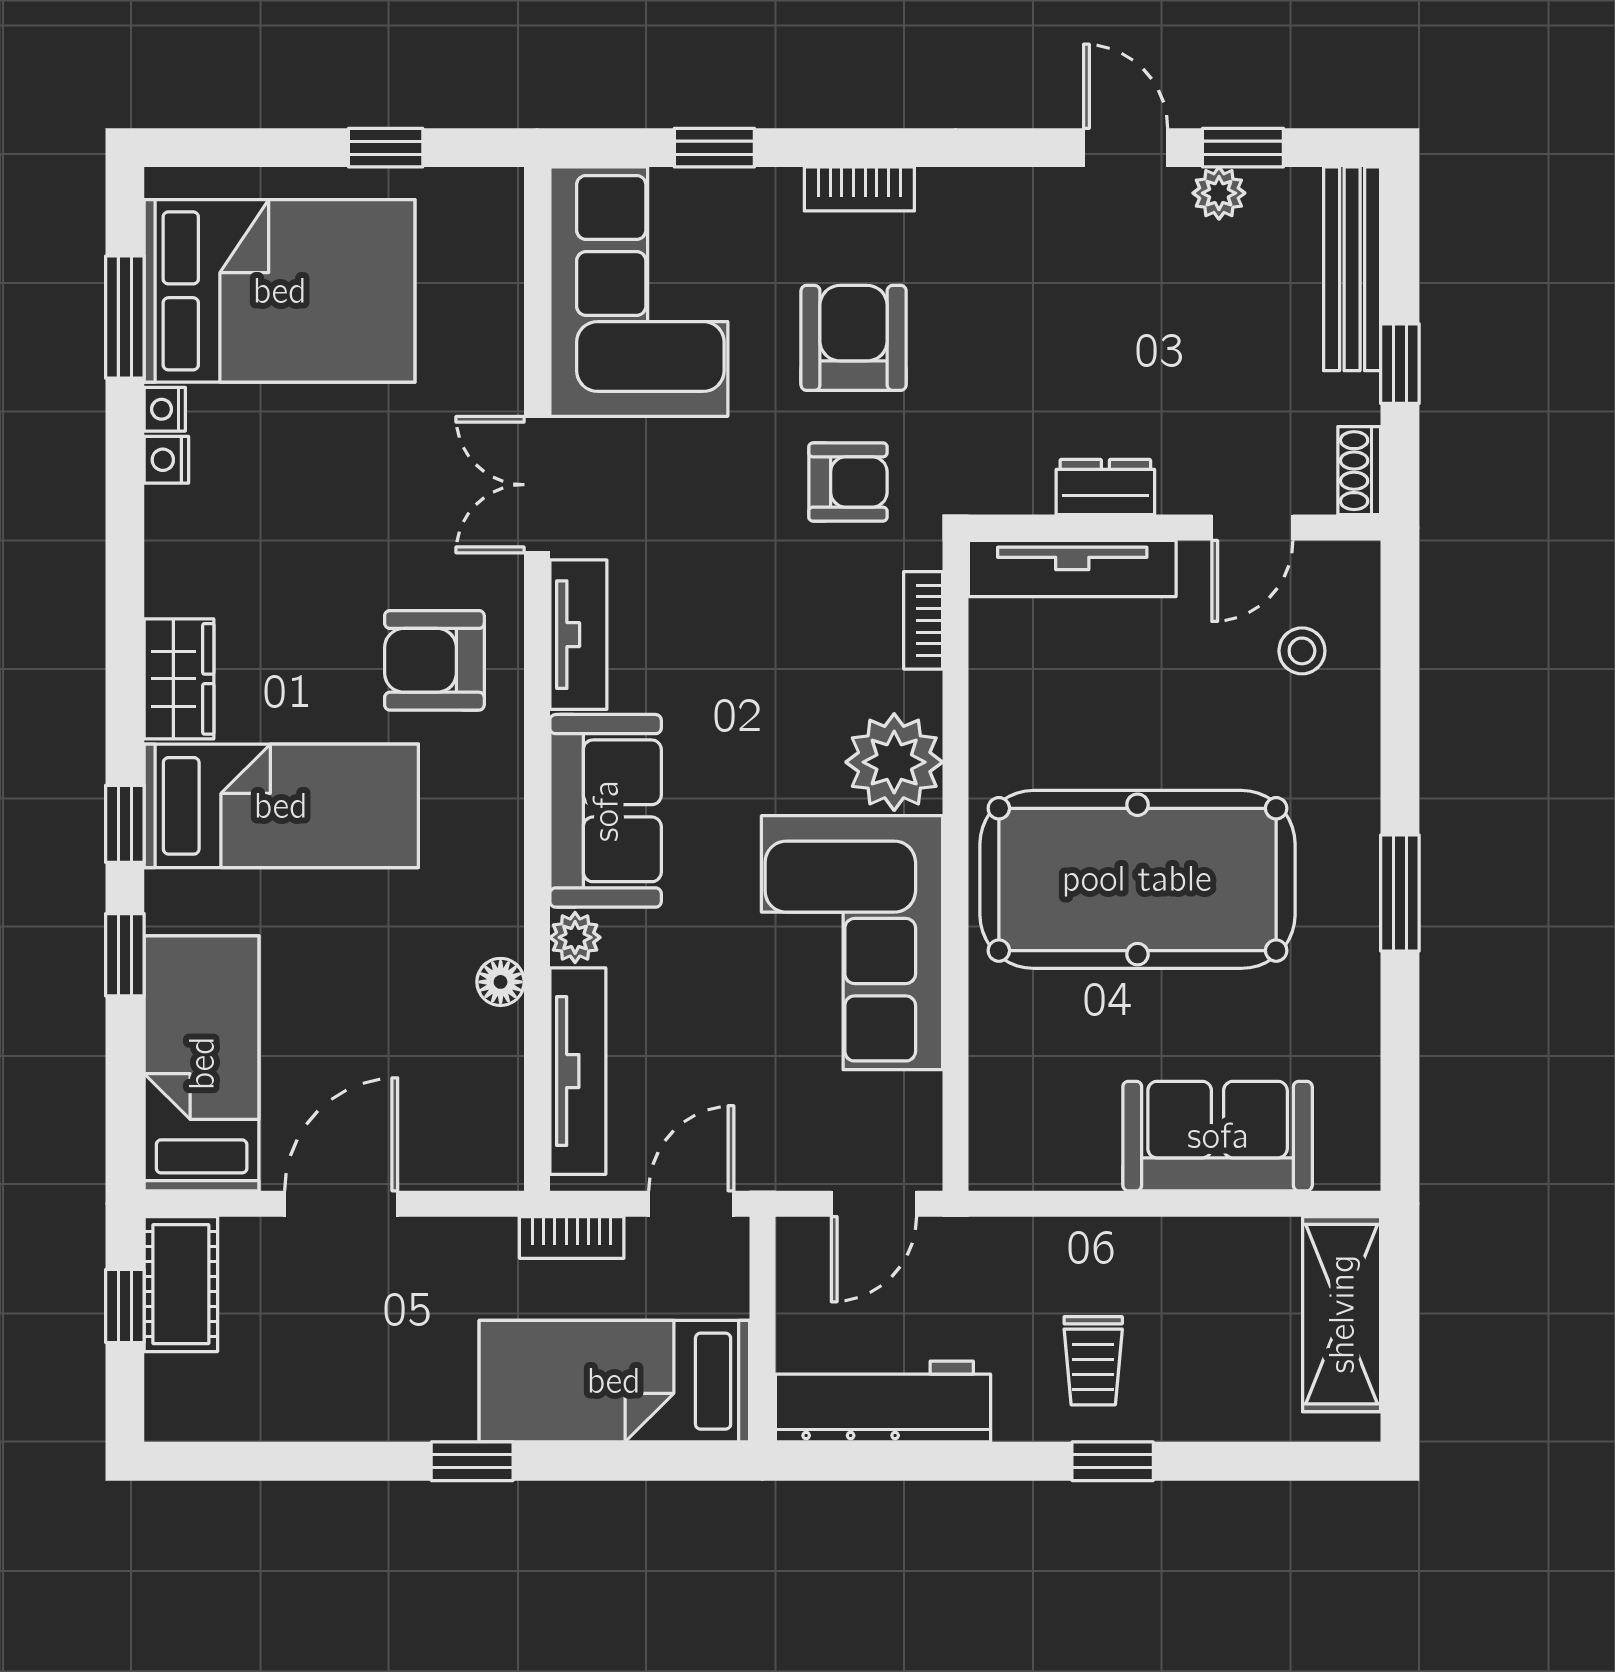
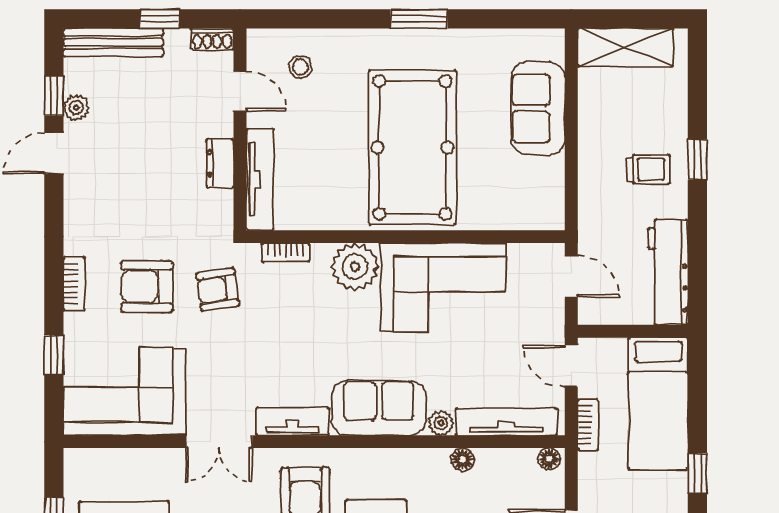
armchair: (848, 482) -> (218, 289), turned -98
floor lamp: (502, 1158) -> (549, 459), added

